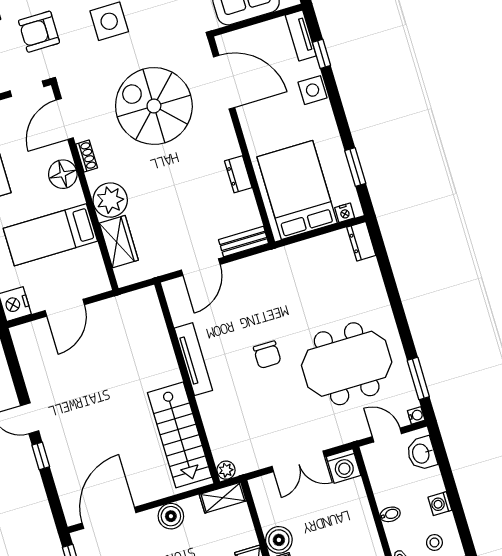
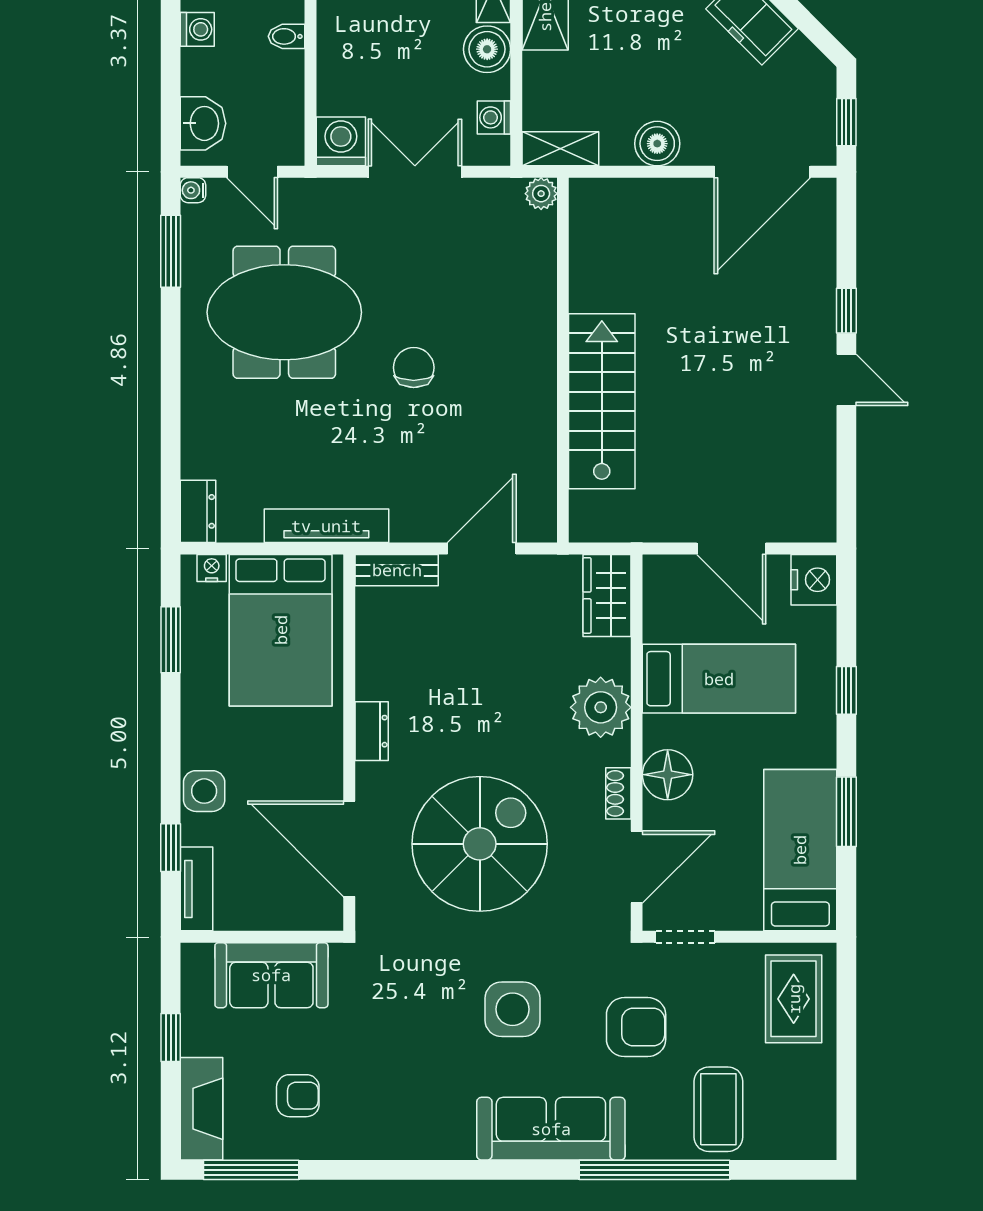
spiral stairs: (154, 106) -> (480, 844), turned -90
dresser: (238, 174) -> (372, 731), moved
wardrobe: (119, 242) -> (607, 595), moved
door: (65, 308) -> (731, 548), swing flipped
tv unit: (193, 359) -> (326, 526), moved, turned 90
stairs: (180, 435) -> (602, 401), moved
washing machine: (264, 504) -> (494, 117), added

